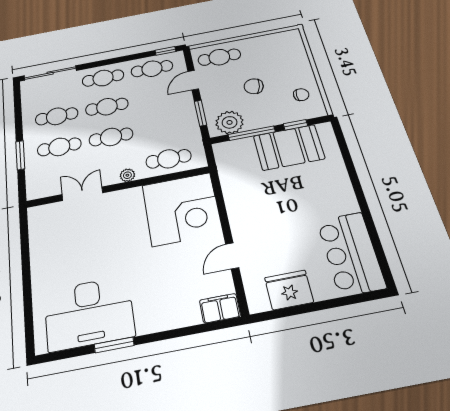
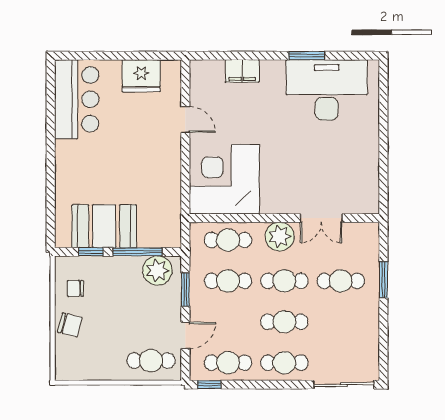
chair: (254, 86) -> (70, 325), moved
cafe table: (57, 116) -> (228, 281), moved
plant: (127, 175) -> (280, 237), width x1.88, depth x1.88
door: (232, 256) -> (185, 119), hinge flipped
filing cabinet: (220, 308) -> (242, 71), moved

